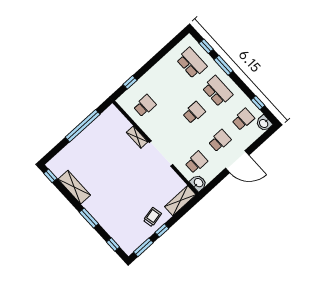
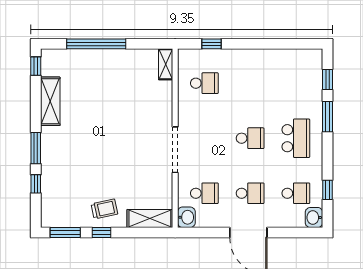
school desk: (192, 63) -> (296, 83), removed
window: (83, 126) -> (96, 44), moved
shelving: (137, 137) -> (166, 64), moved
window: (113, 245) -> (36, 184), moved

